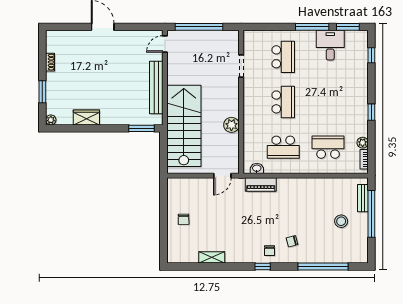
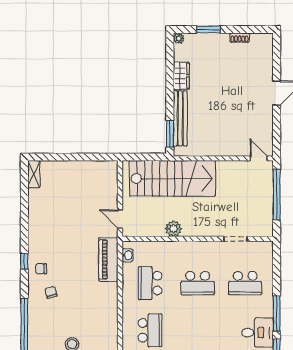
bench: (156, 87) -> (180, 118), moved, turned 90
piano: (261, 185) -> (108, 259), width x1.37, depth x1.33
chair: (184, 219) -> (74, 178), removed
shelving: (212, 257) -> (34, 174), moved

